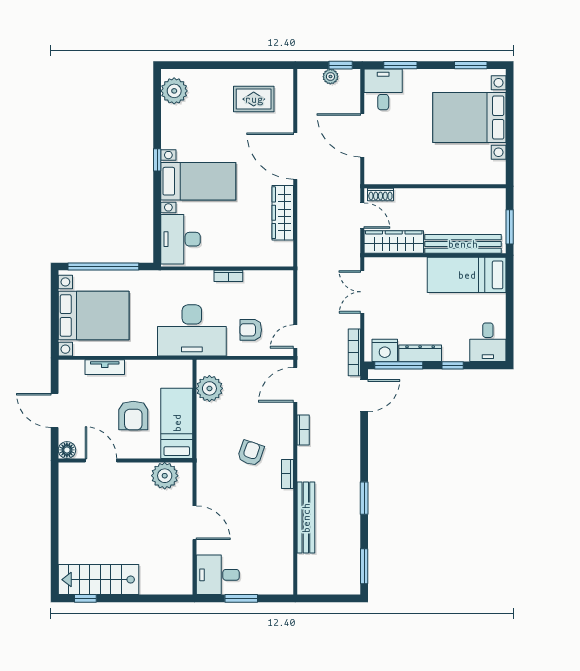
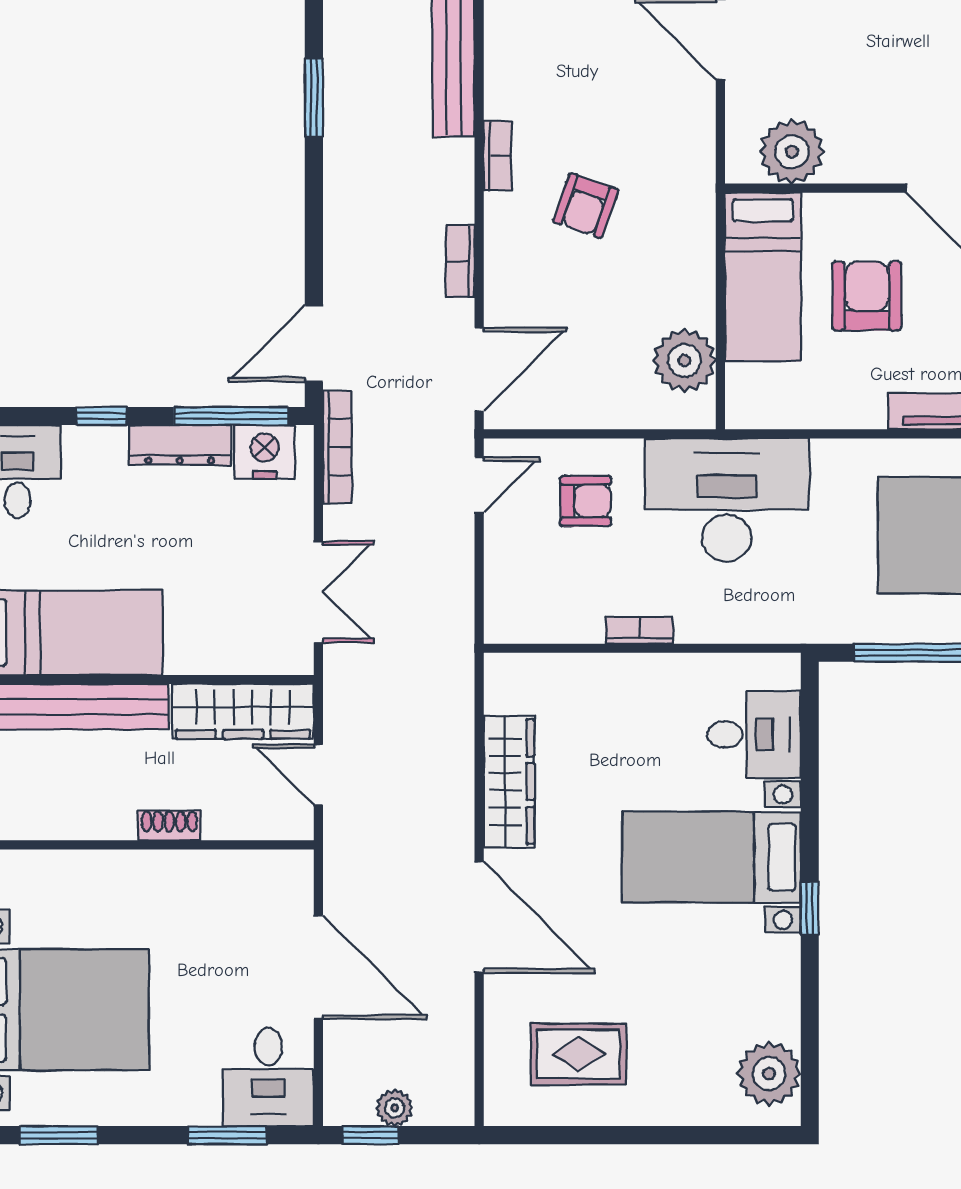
shoe rack: (380, 194) -> (169, 825), moved
desk: (181, 239) -> (754, 734), width x0.73

